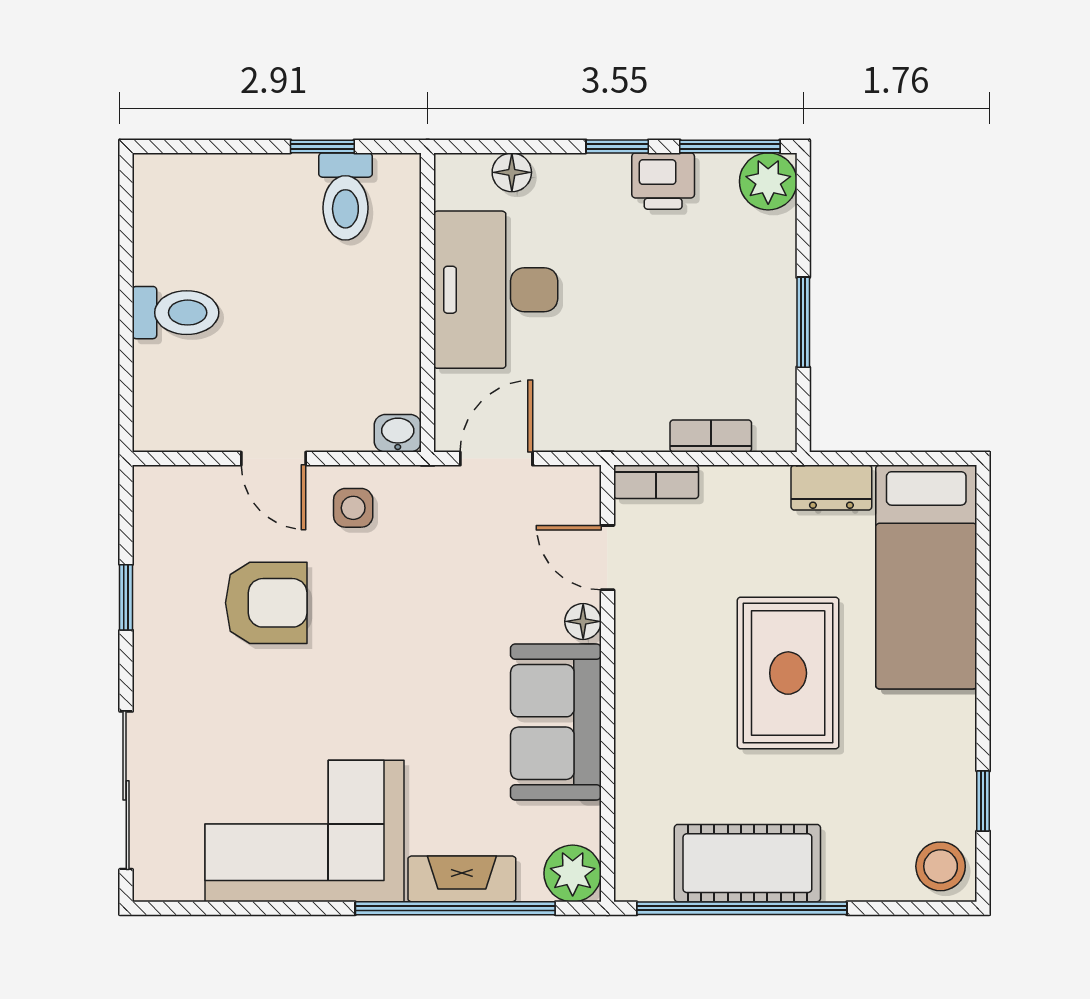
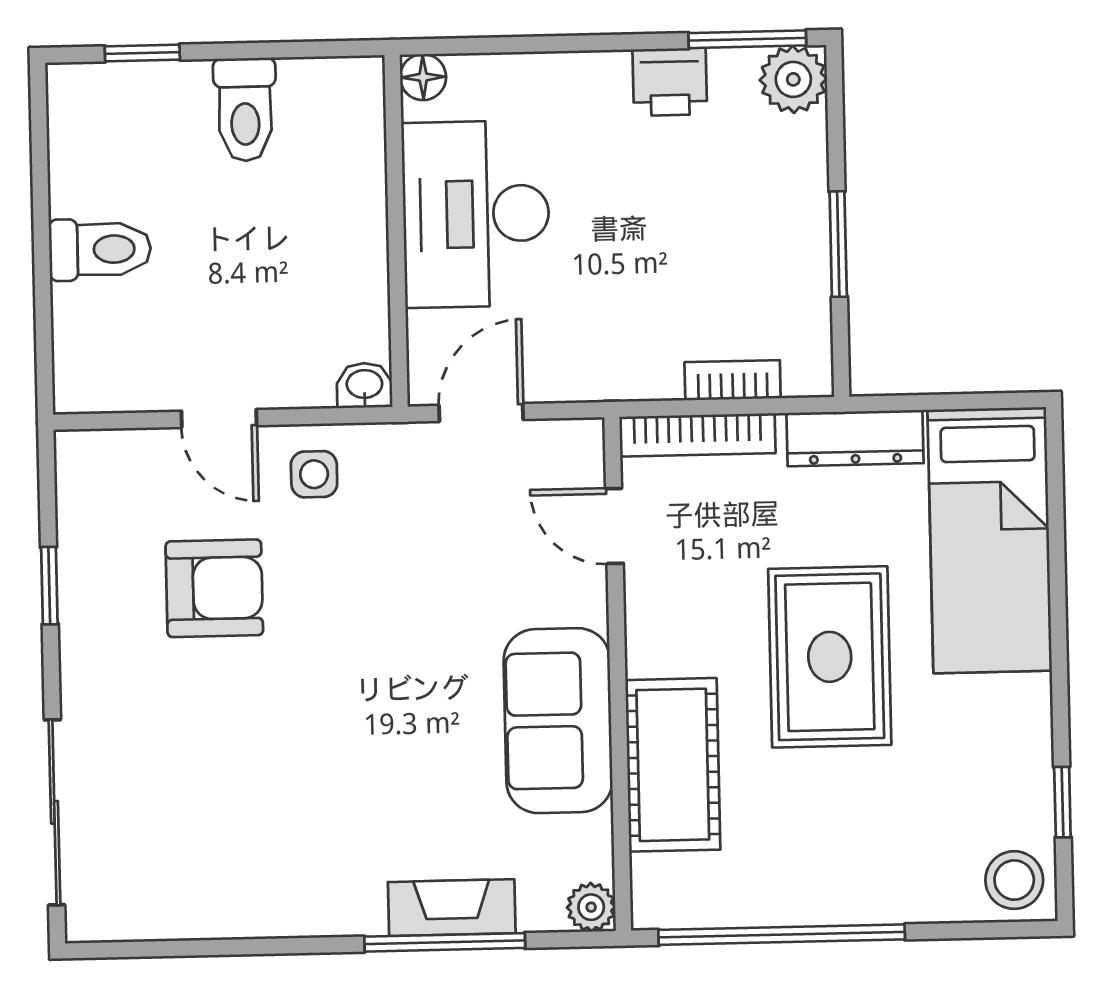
window: (322, 146) -> (142, 53), moved
window: (617, 146) -> (615, 42), removed
floor lamp: (512, 172) -> (423, 77), moved
toilet: (345, 197) -> (245, 110), moved
bookcase: (656, 482) -> (697, 435), width x1.56
dresser: (831, 488) -> (855, 438), width x1.44
floor lamp: (583, 621) -> (587, 602), removed
corner sofa: (304, 831) -> (265, 855), removed
cot: (747, 863) -> (673, 765), moved, turned 90
plant: (573, 873) -> (591, 907), width x0.73, depth x0.73
window: (455, 908) -> (445, 942), width x0.68

